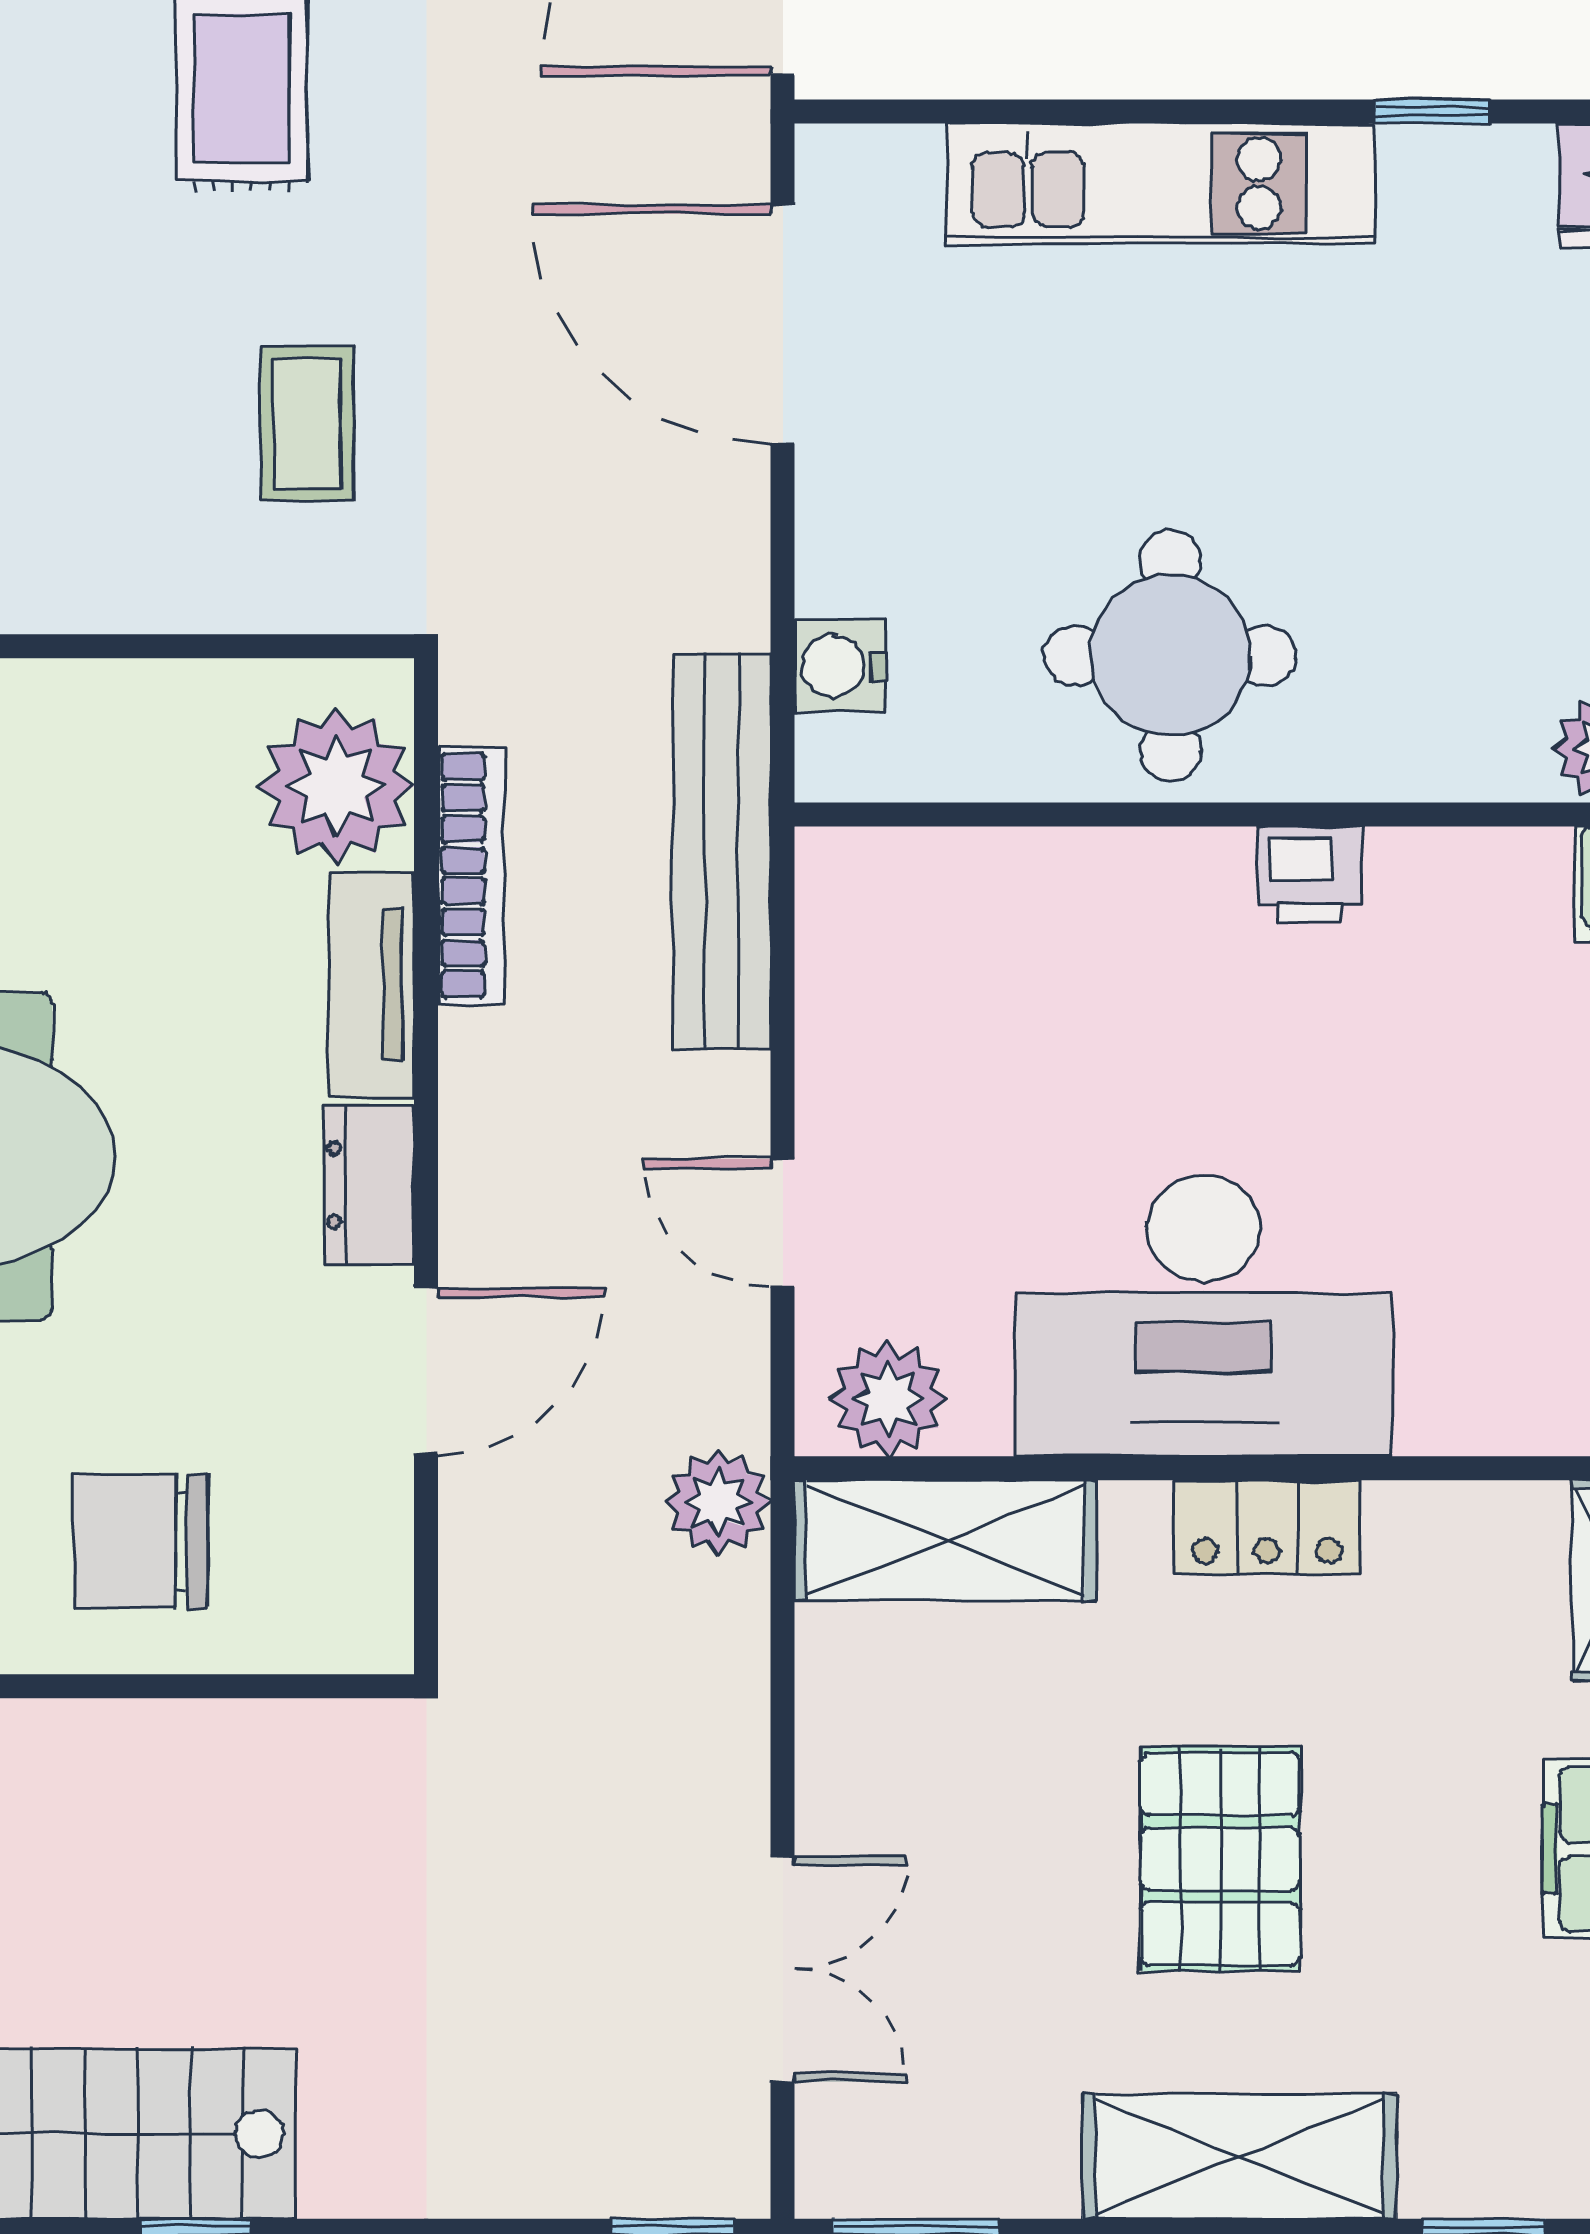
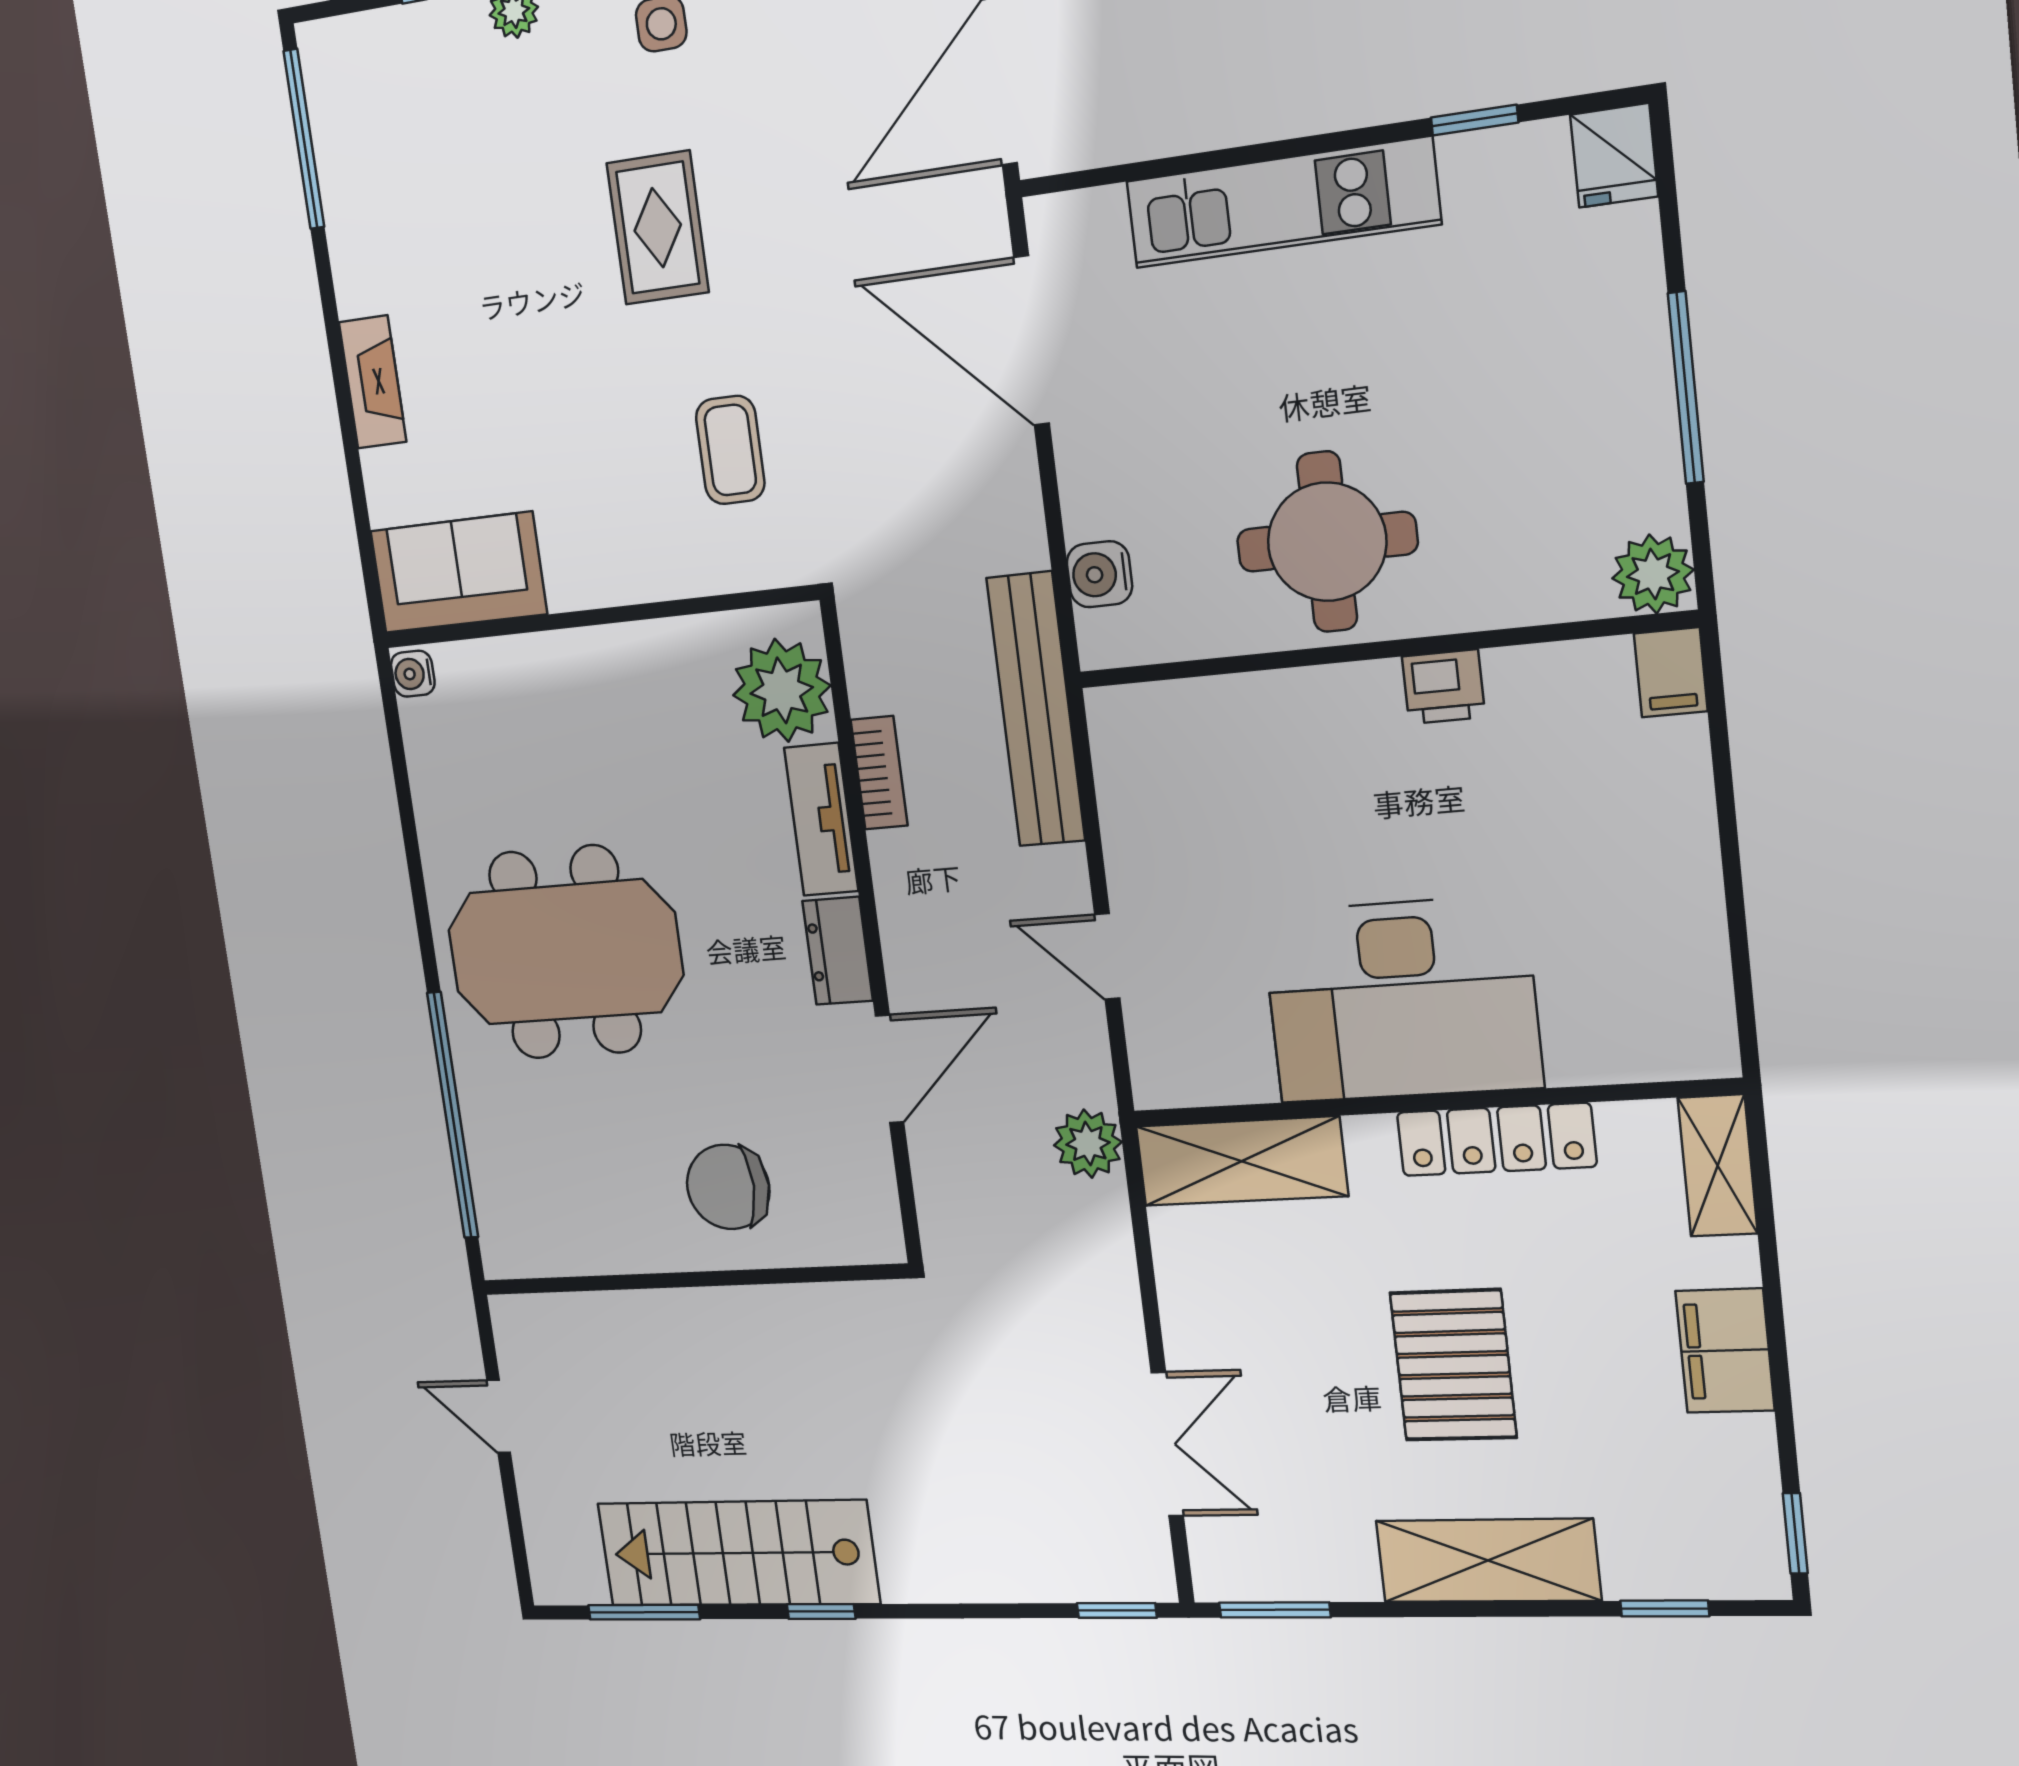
bookcase: (471, 876) -> (879, 773), width x0.64
plant: (888, 1399) -> (1192, 1069), removed
locker: (1267, 1527) -> (1496, 1140), width x1.53

